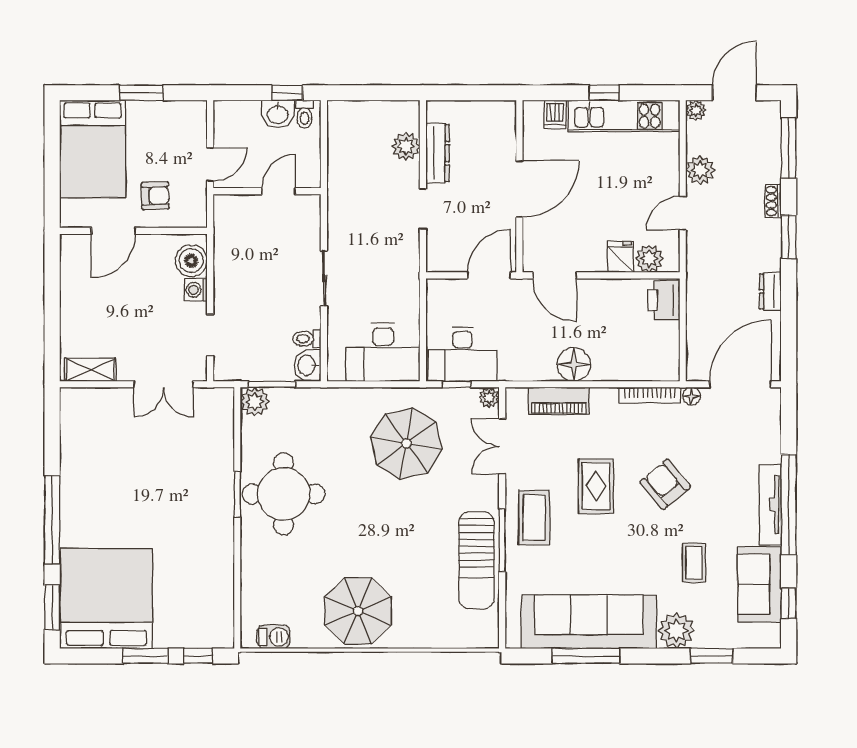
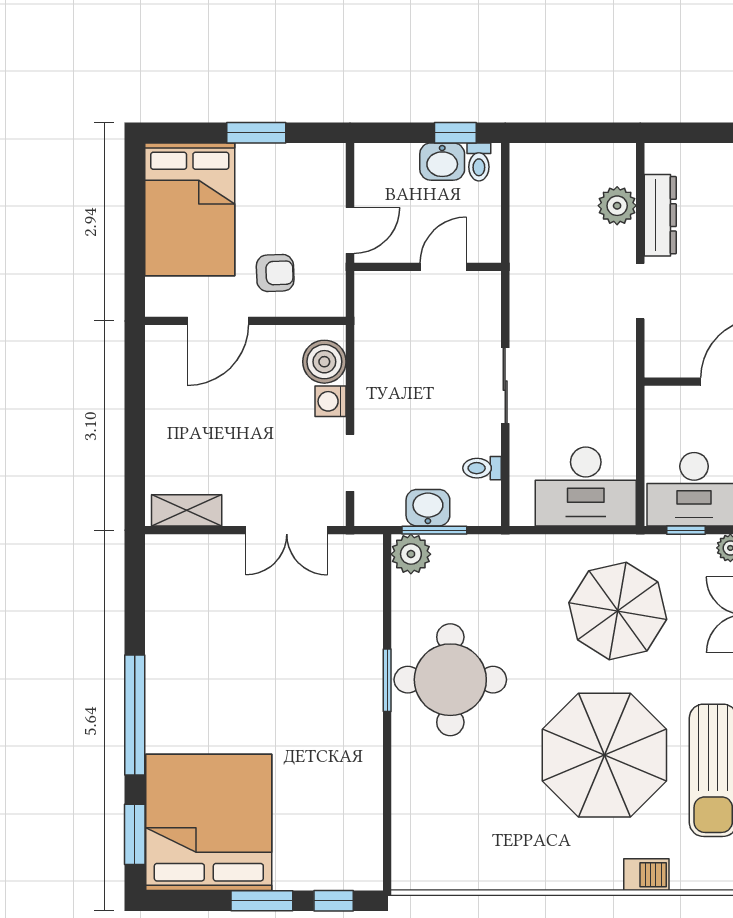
washbasin: (307, 365) -> (428, 508), moved, turned 90
parasol: (358, 611) -> (604, 755), moved, width x1.36, depth x1.36
barbecue: (274, 637) -> (646, 875), moved

